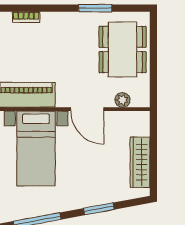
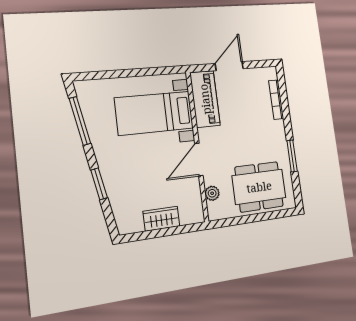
bookcase: (26, 17) -> (276, 100), width x1.56
wardrobe: (140, 162) -> (161, 219), width x0.67

